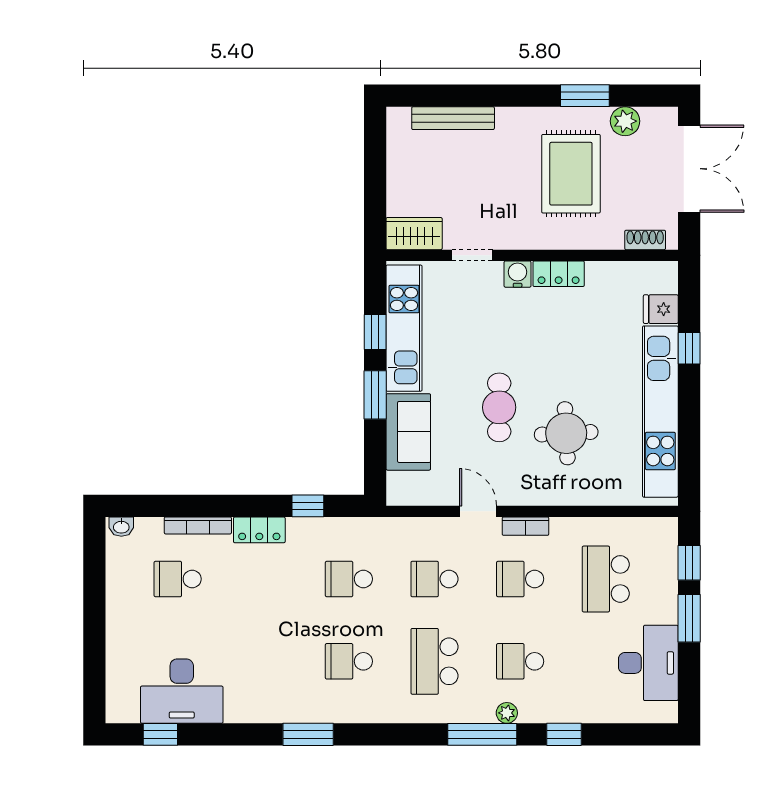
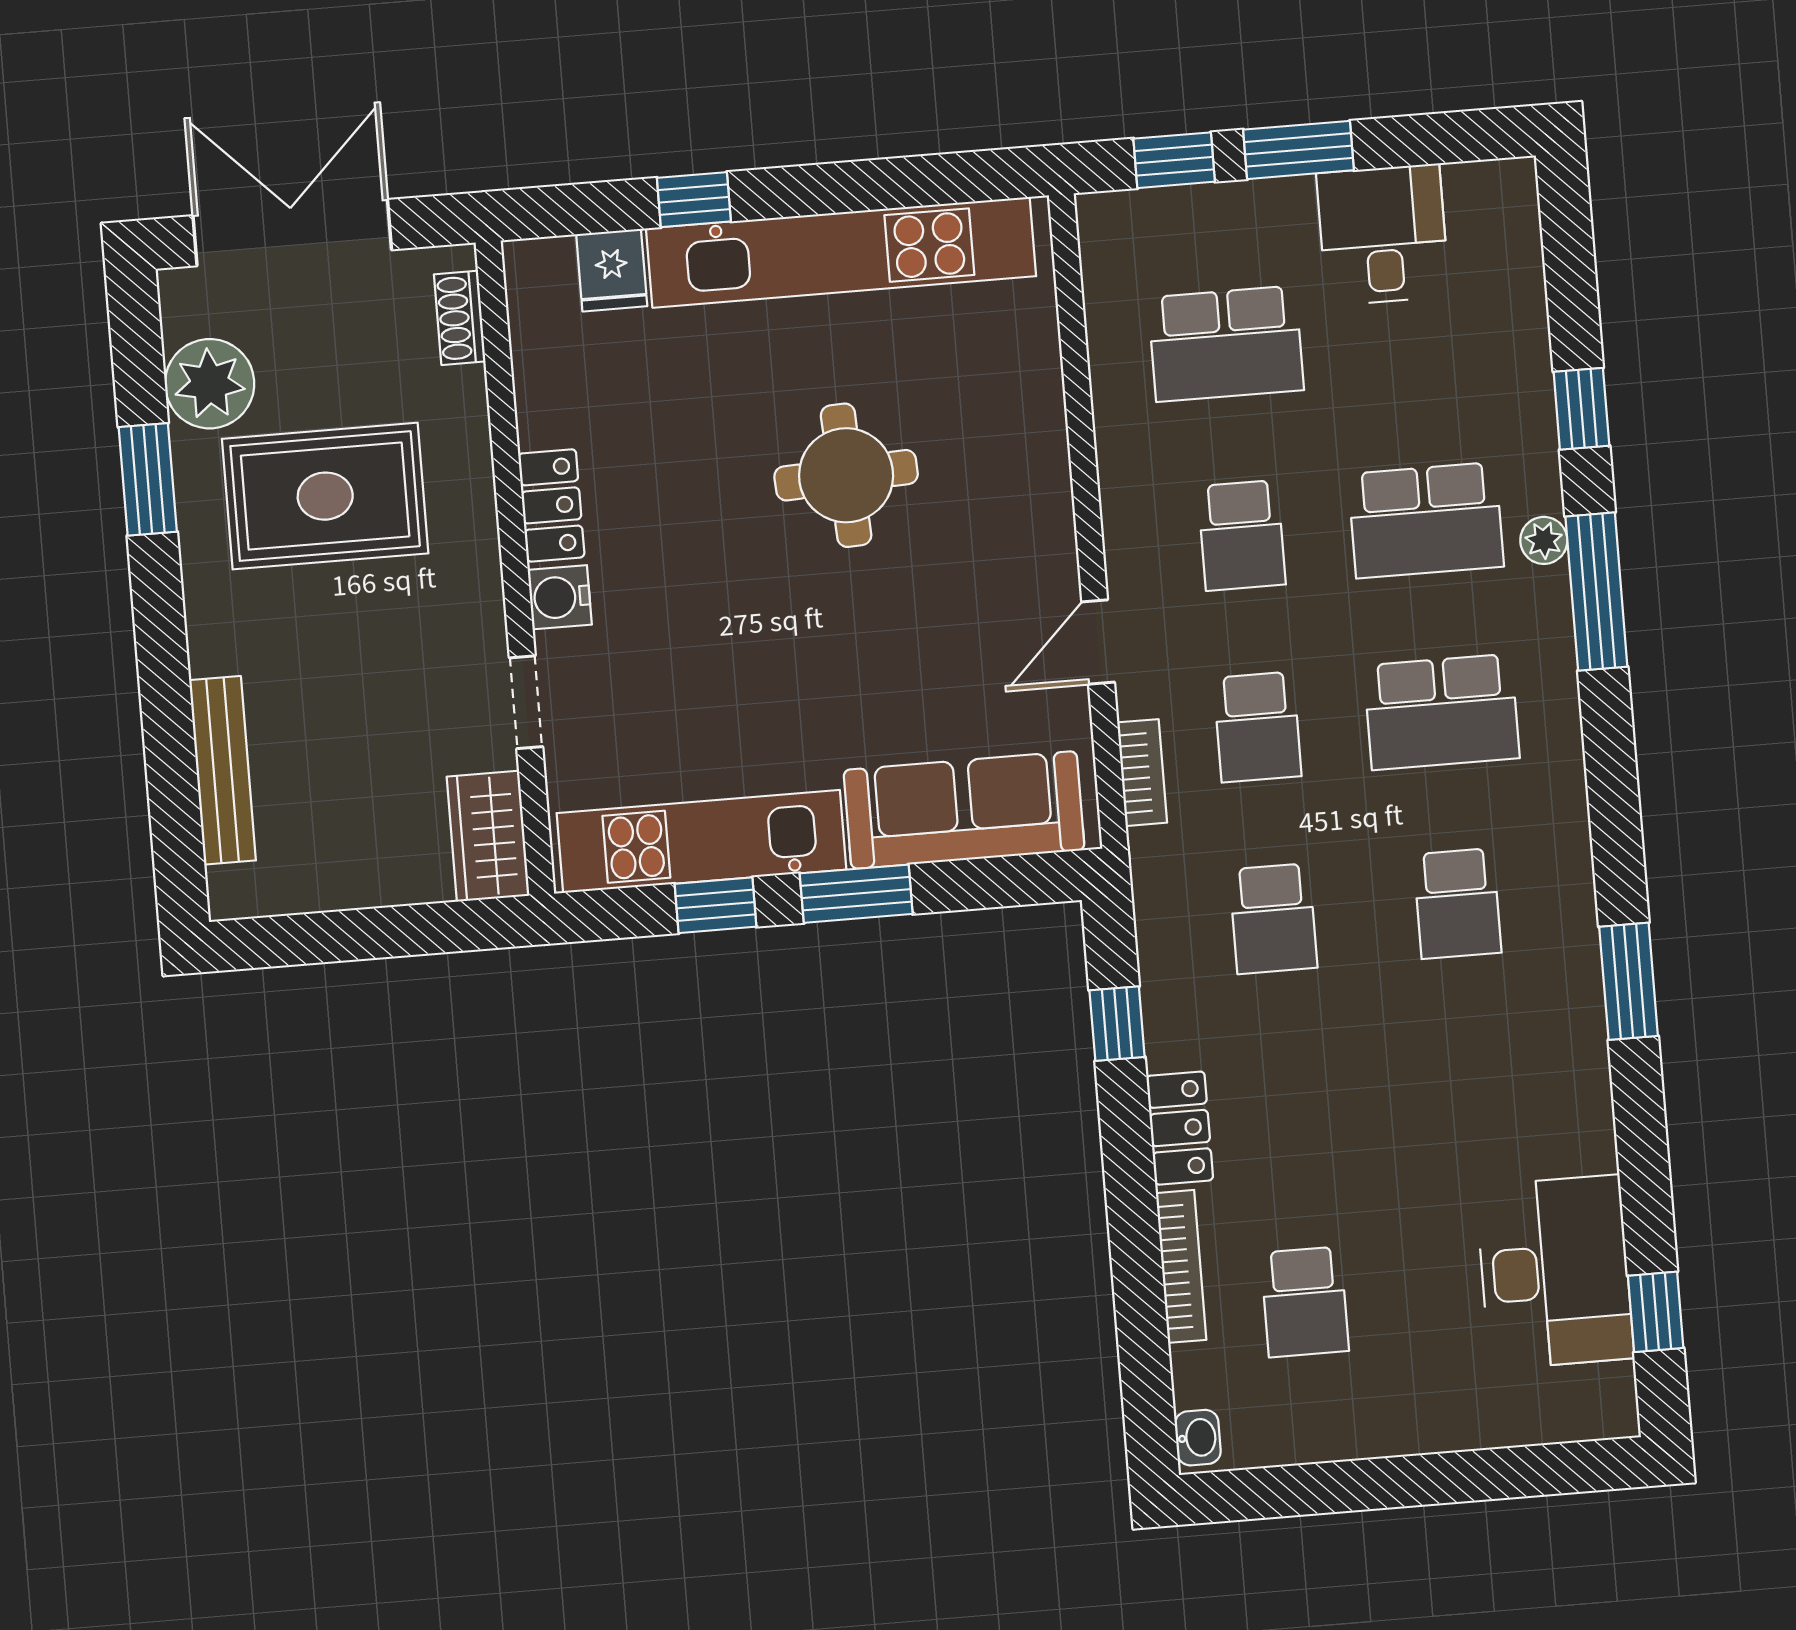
plant: (625, 121) -> (210, 384), width x1.36, depth x1.36
cafe table: (499, 407) -> (861, 614), removed
sofa: (408, 432) -> (964, 810), width x1.36
round table: (566, 433) -> (846, 475), moved
bookcase: (525, 526) -> (1142, 773), moved
school desk: (520, 661) -> (1426, 520), width x1.85
desk: (648, 663) -> (1383, 235), width x0.73

